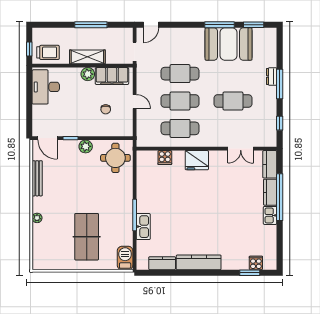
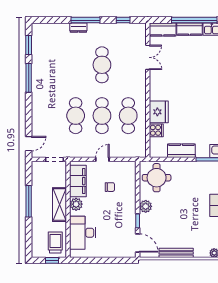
door: (151, 25) -> (29, 144), hinge flipped
booth: (229, 44) -> (47, 69), removed
desk: (46, 87) -> (83, 233), moved, turned 90
door: (47, 138) -> (138, 243), hinge flipped
fridge: (197, 160) -> (159, 112), moved
kitchen counter: (143, 184) -> (181, 151), added

